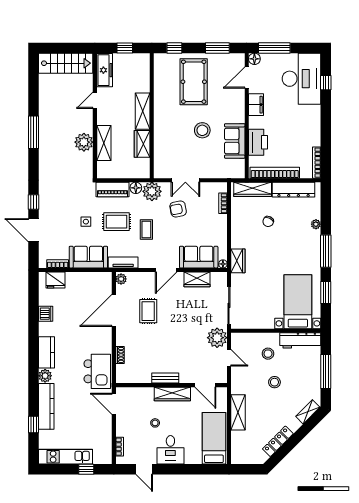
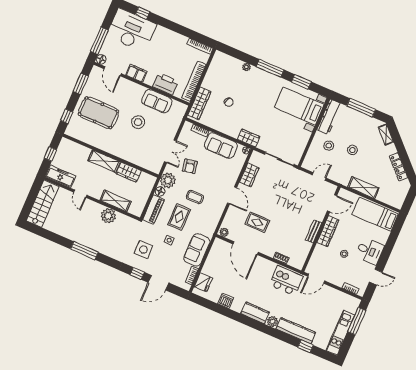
dresser: (294, 190) -> (213, 73), removed
side table: (63, 197) -> (143, 250), added
sofa: (199, 257) -> (221, 146), moved, turned -90
tv unit: (123, 262) -> (212, 225), removed
plant: (217, 338) -> (300, 179), removed
window: (86, 469) -> (357, 321), width x2.17

